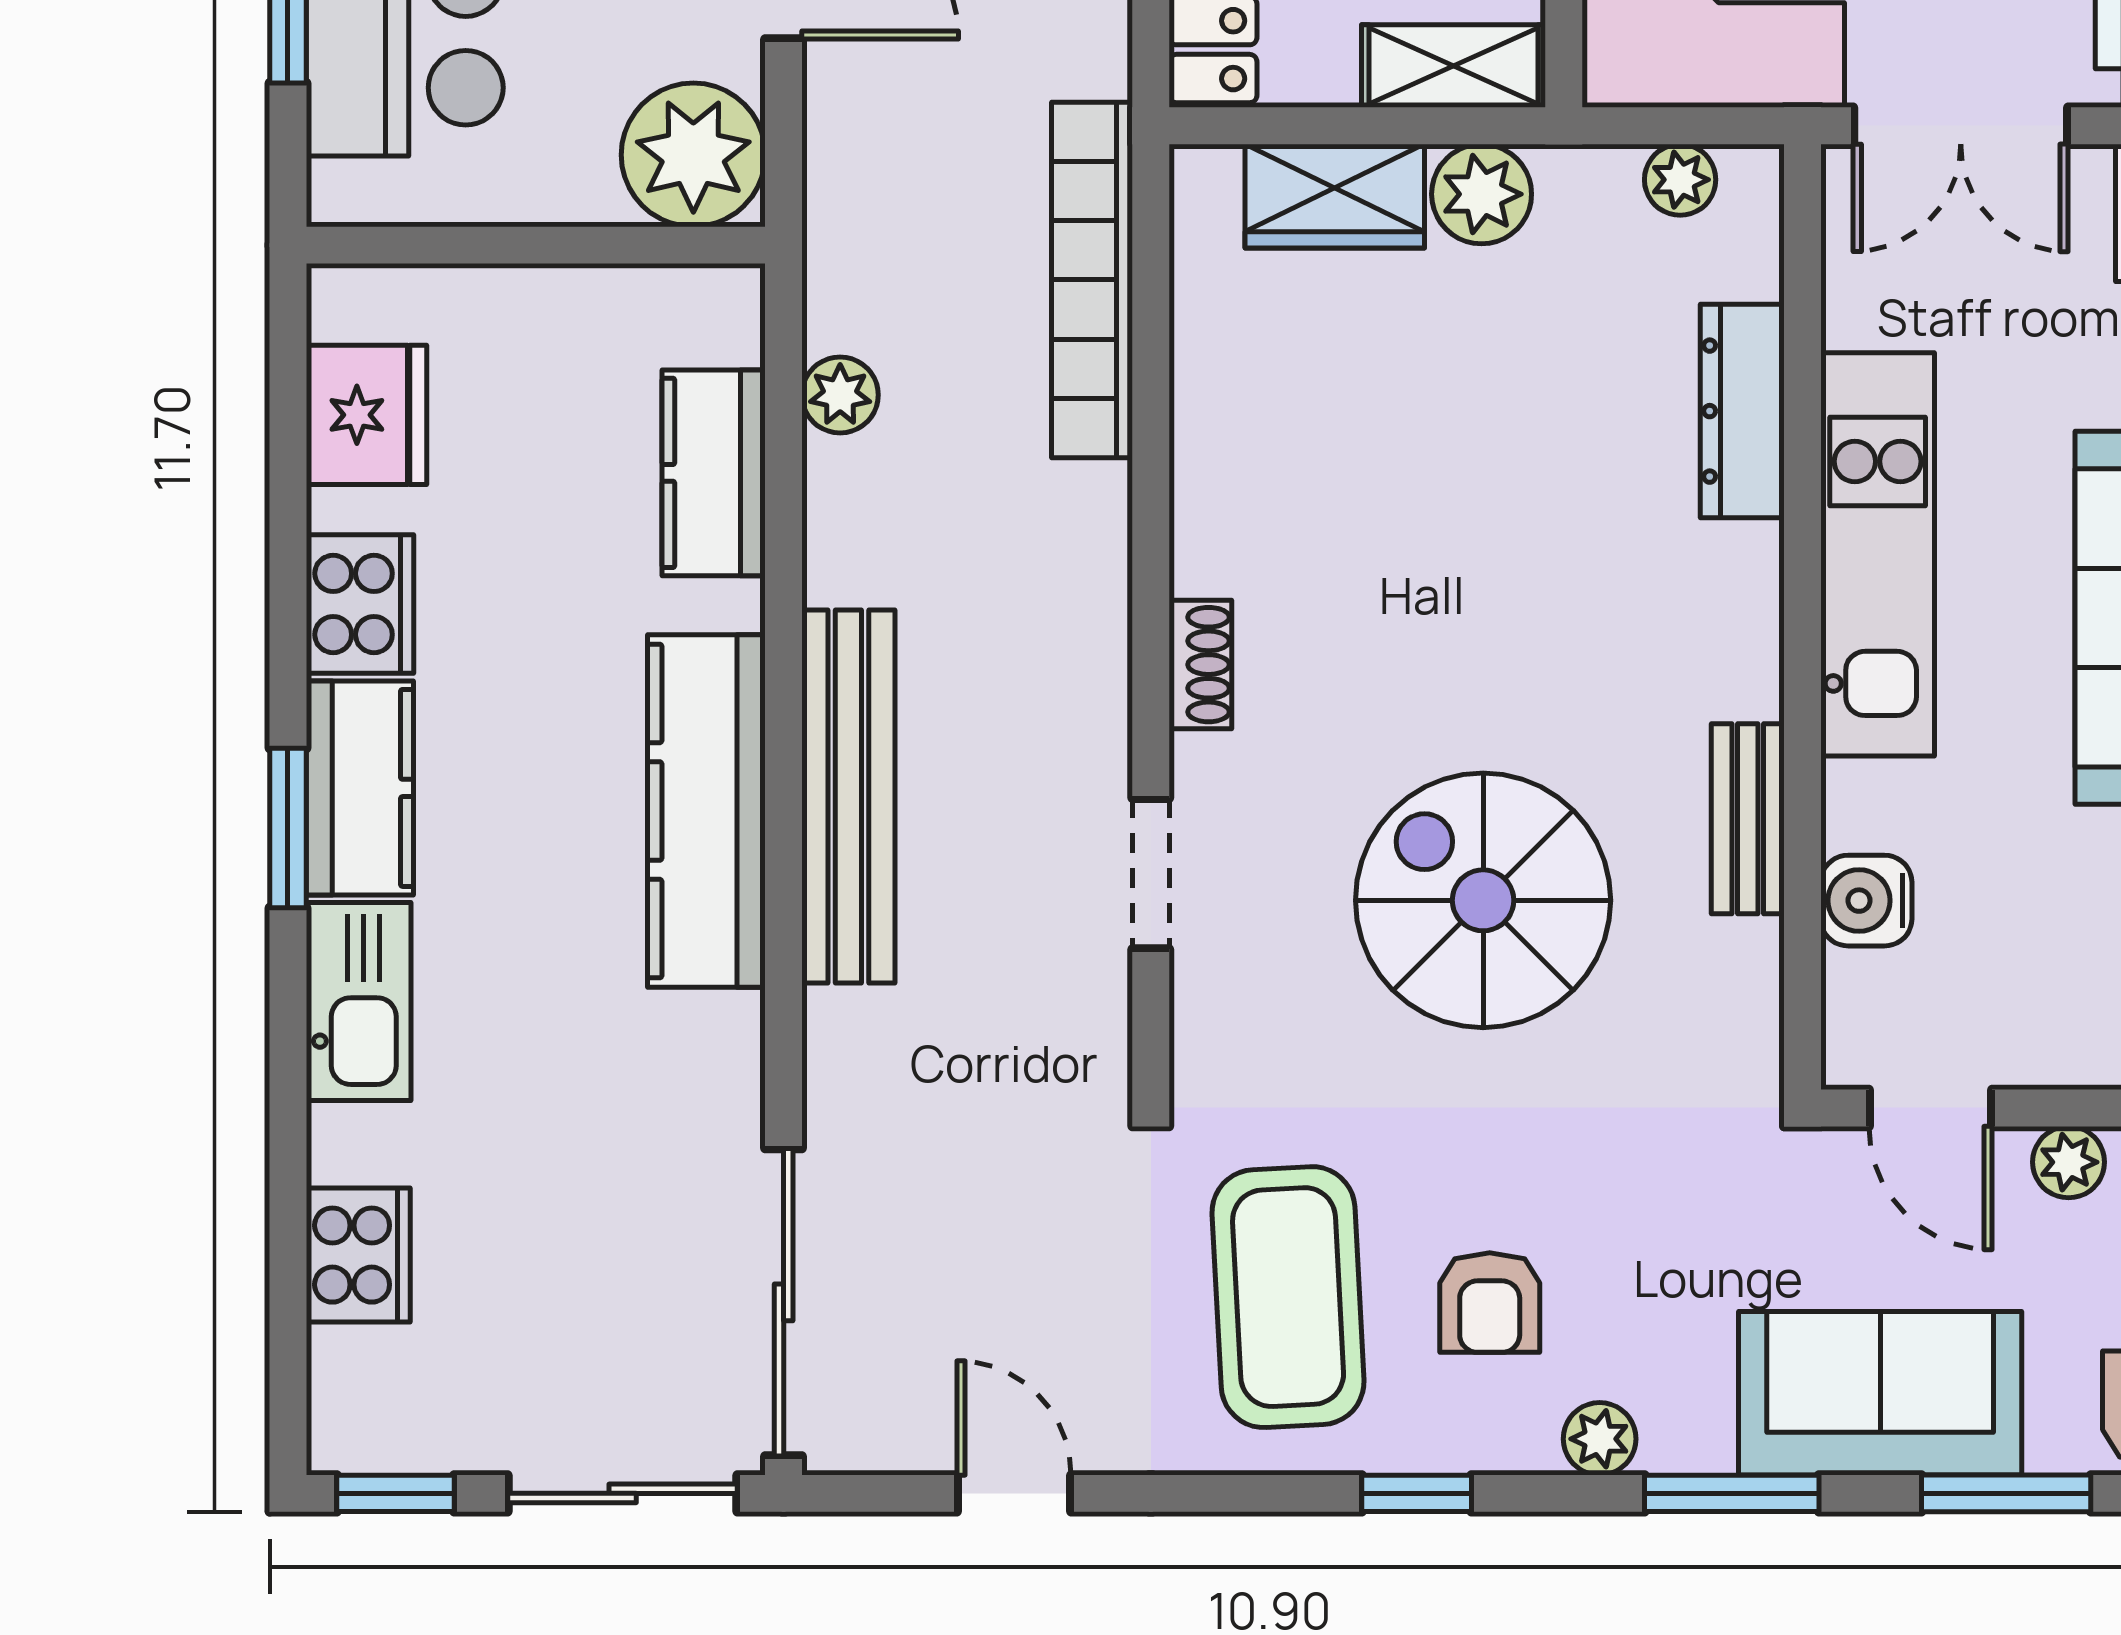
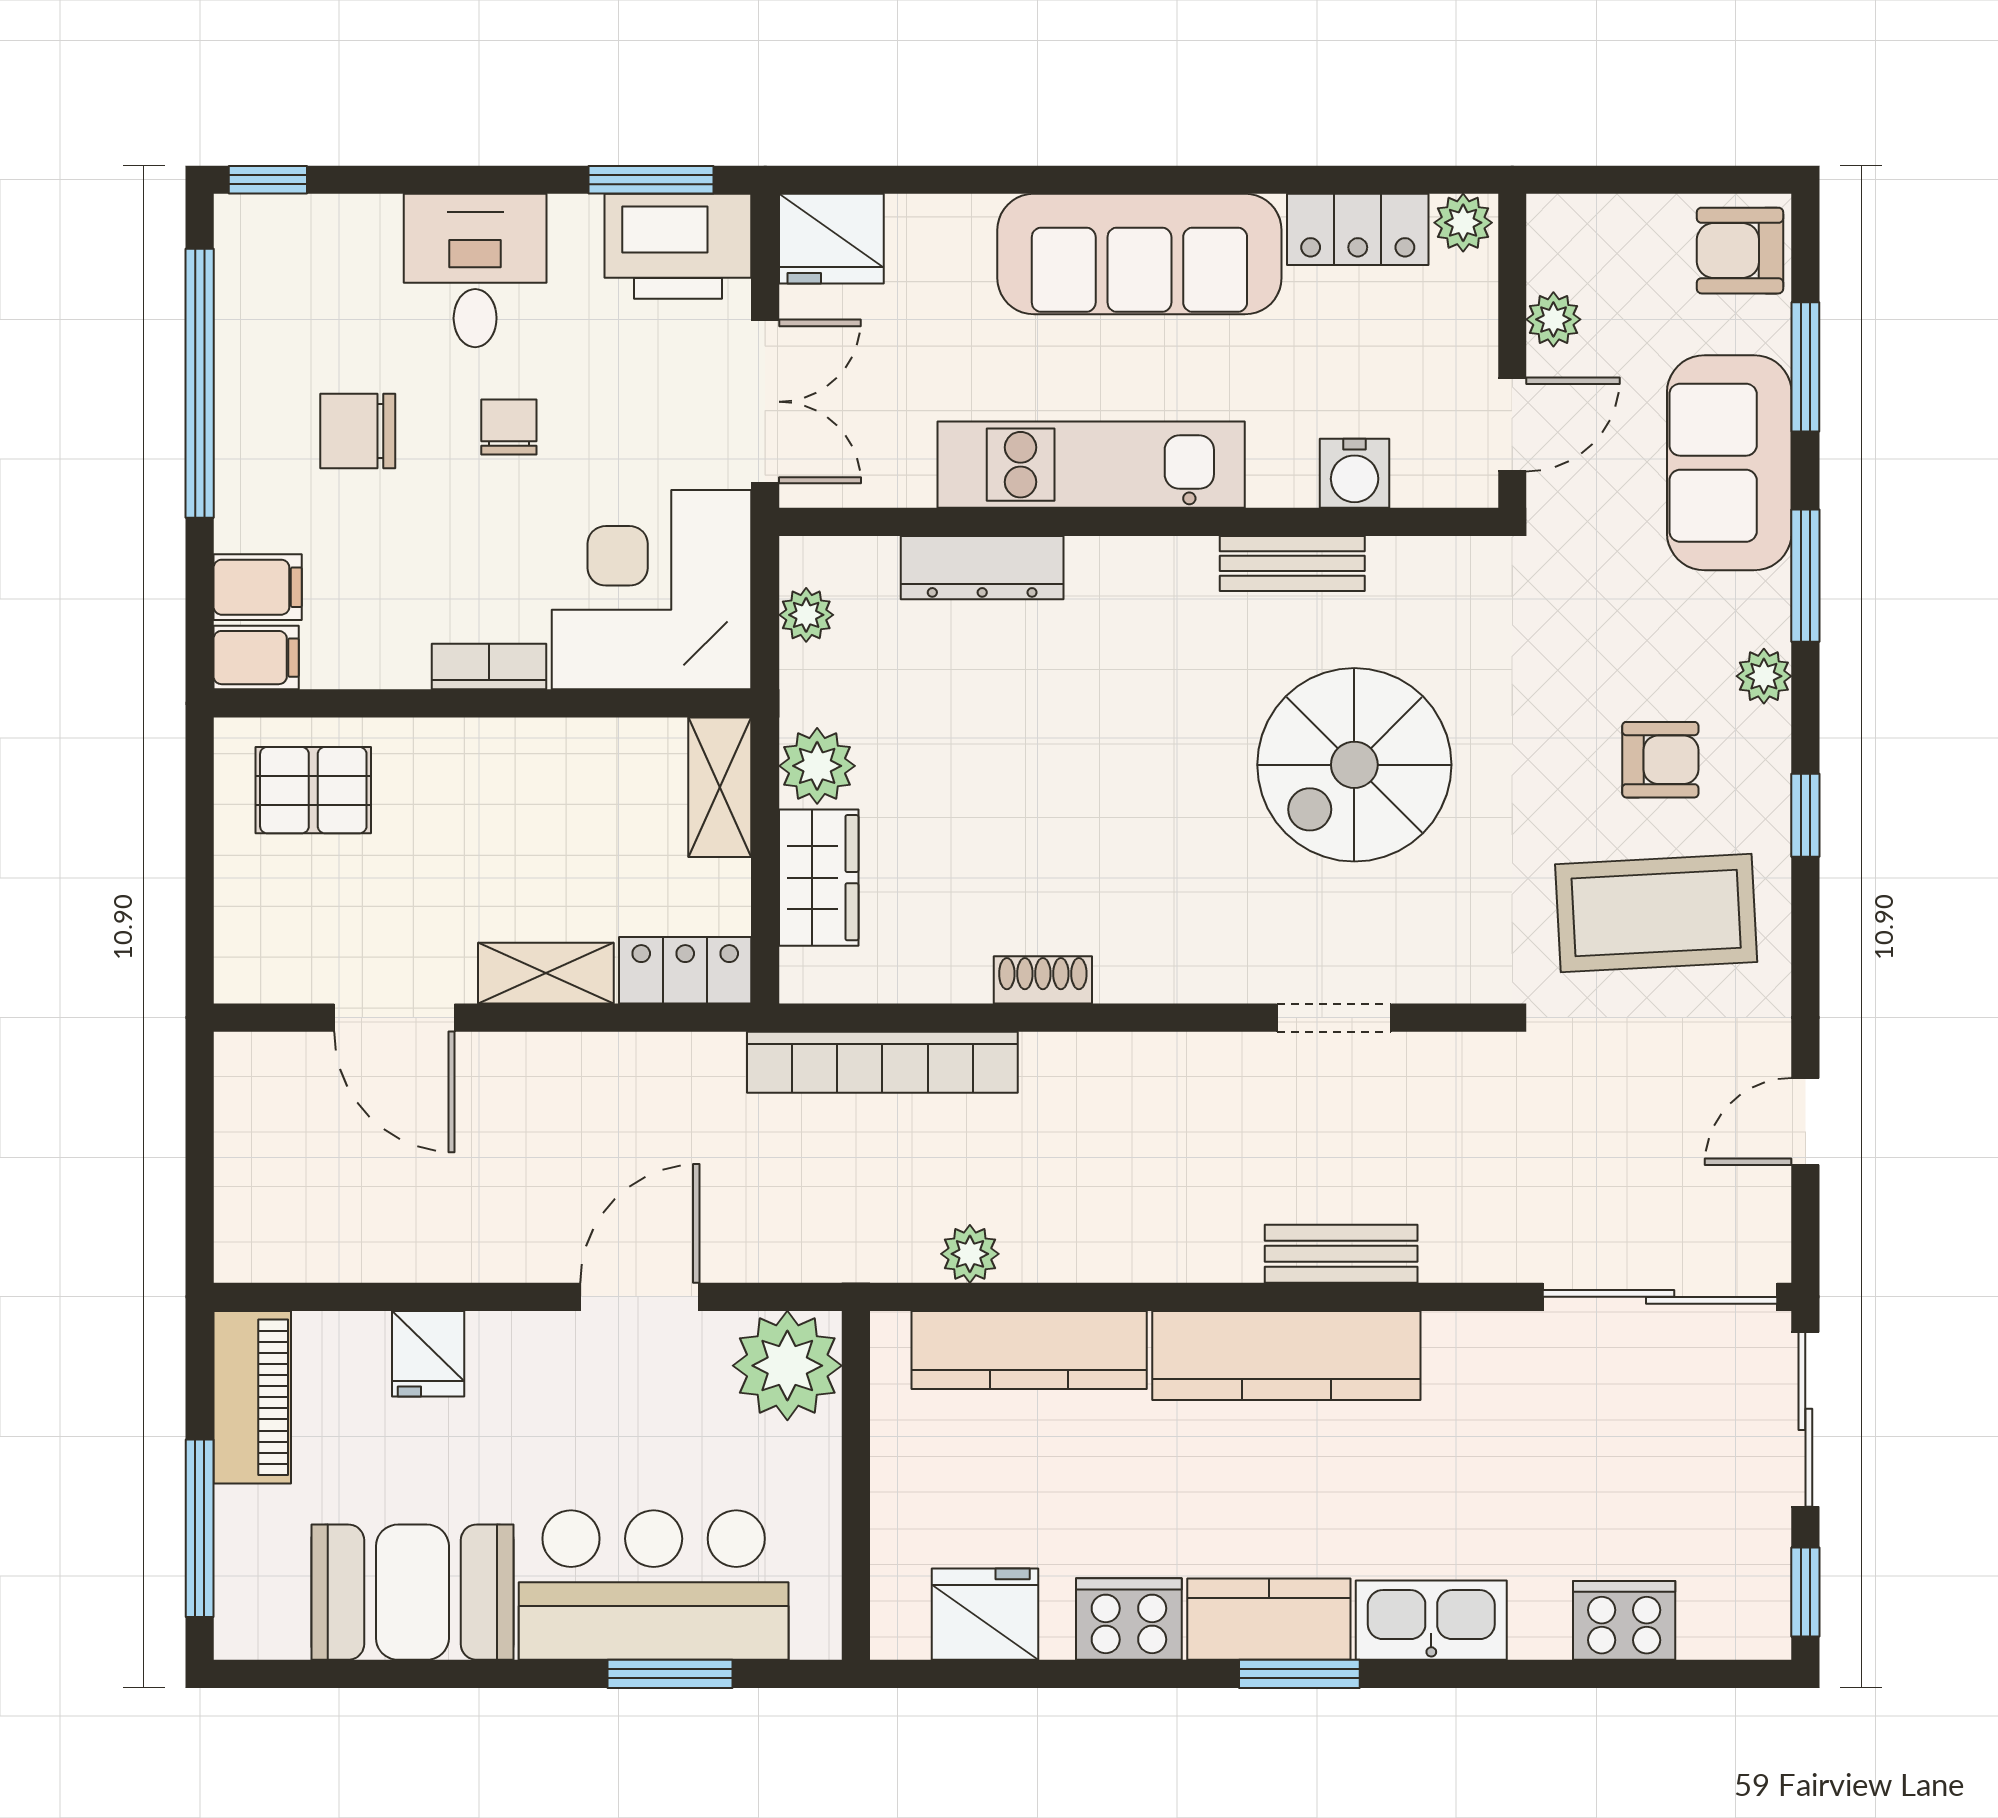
kitchen counter: (714, 473) -> (1029, 1350), width x1.50
shoe rack: (1200, 665) -> (1043, 980), moved
bench: (848, 796) -> (1341, 1254), width x0.54, depth x0.82

